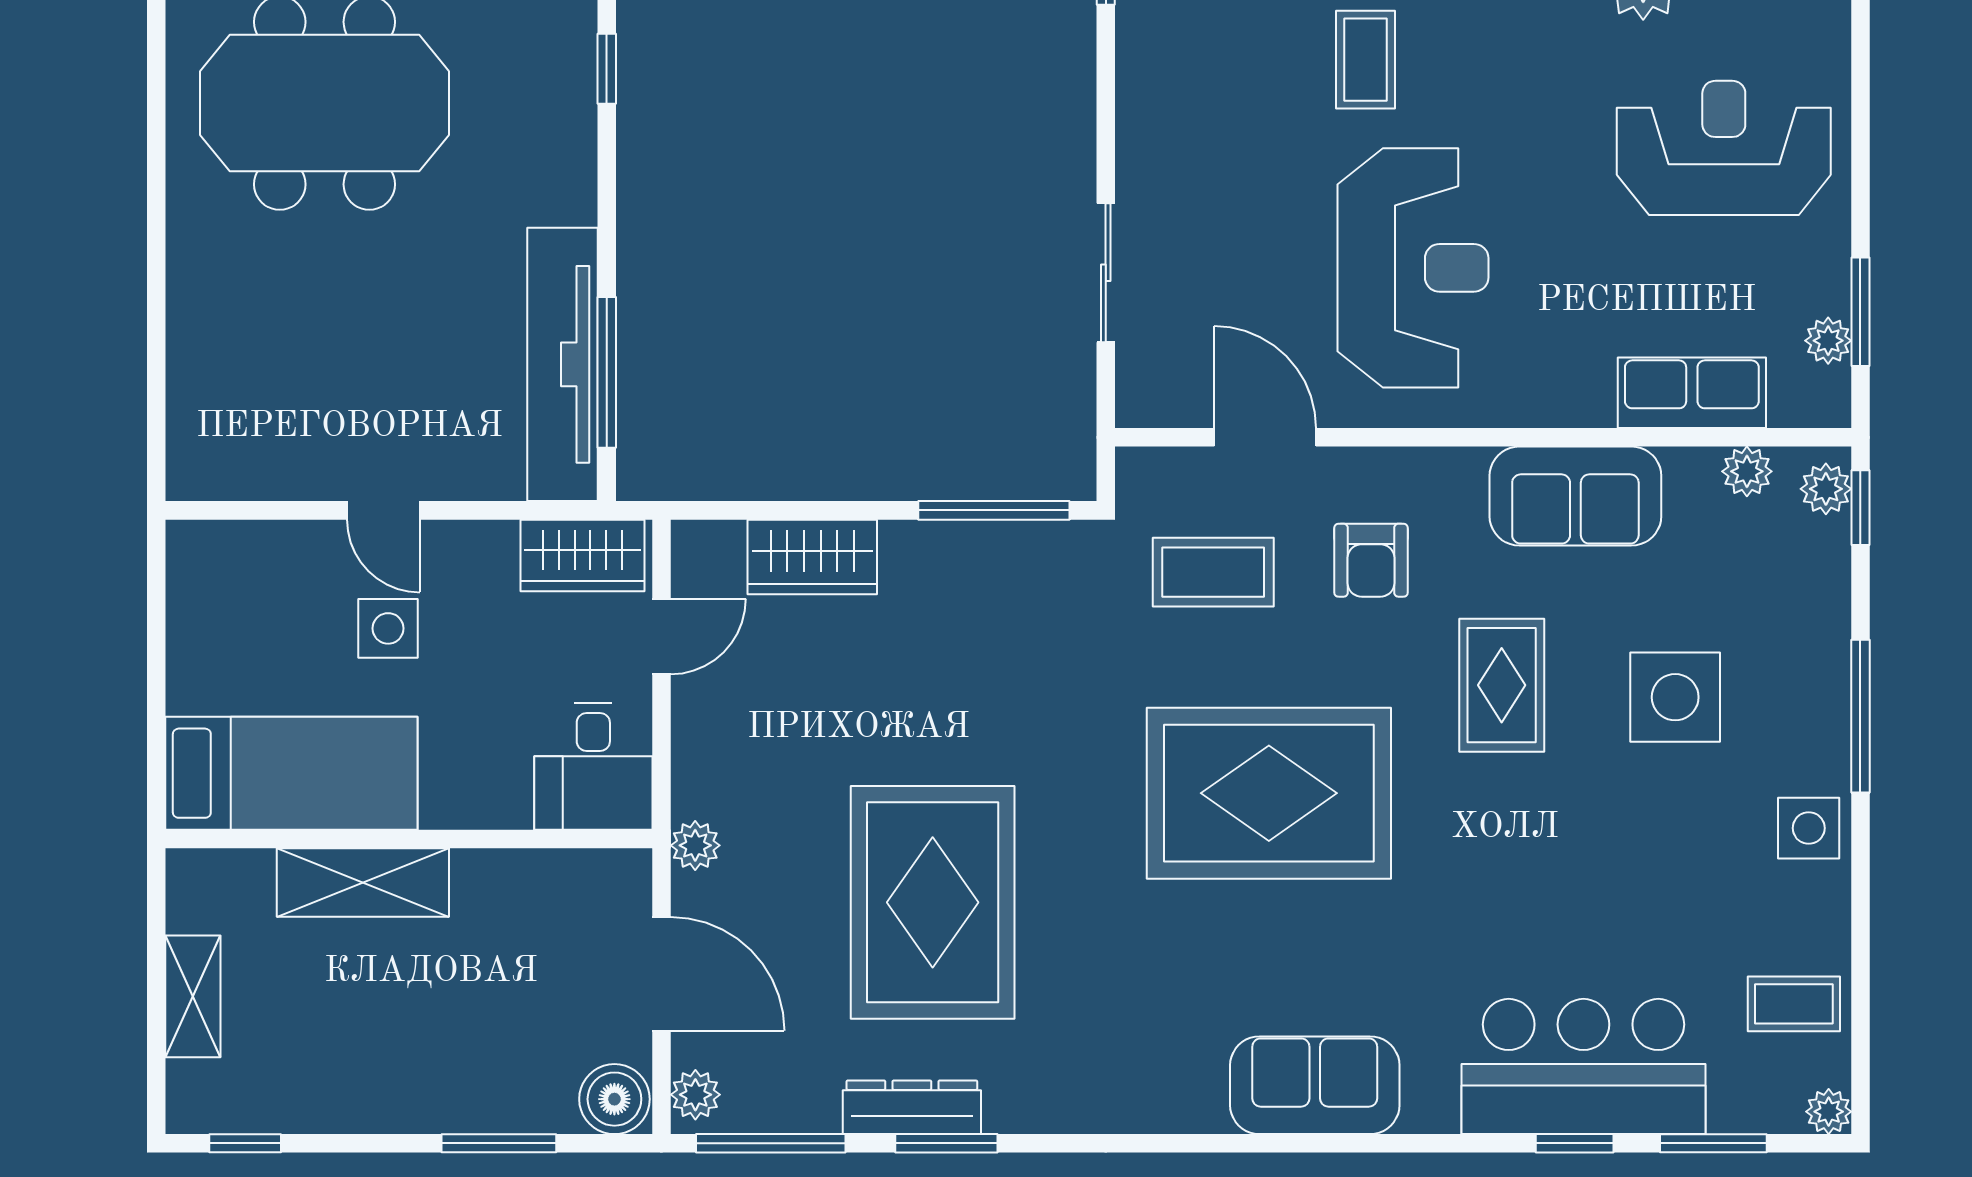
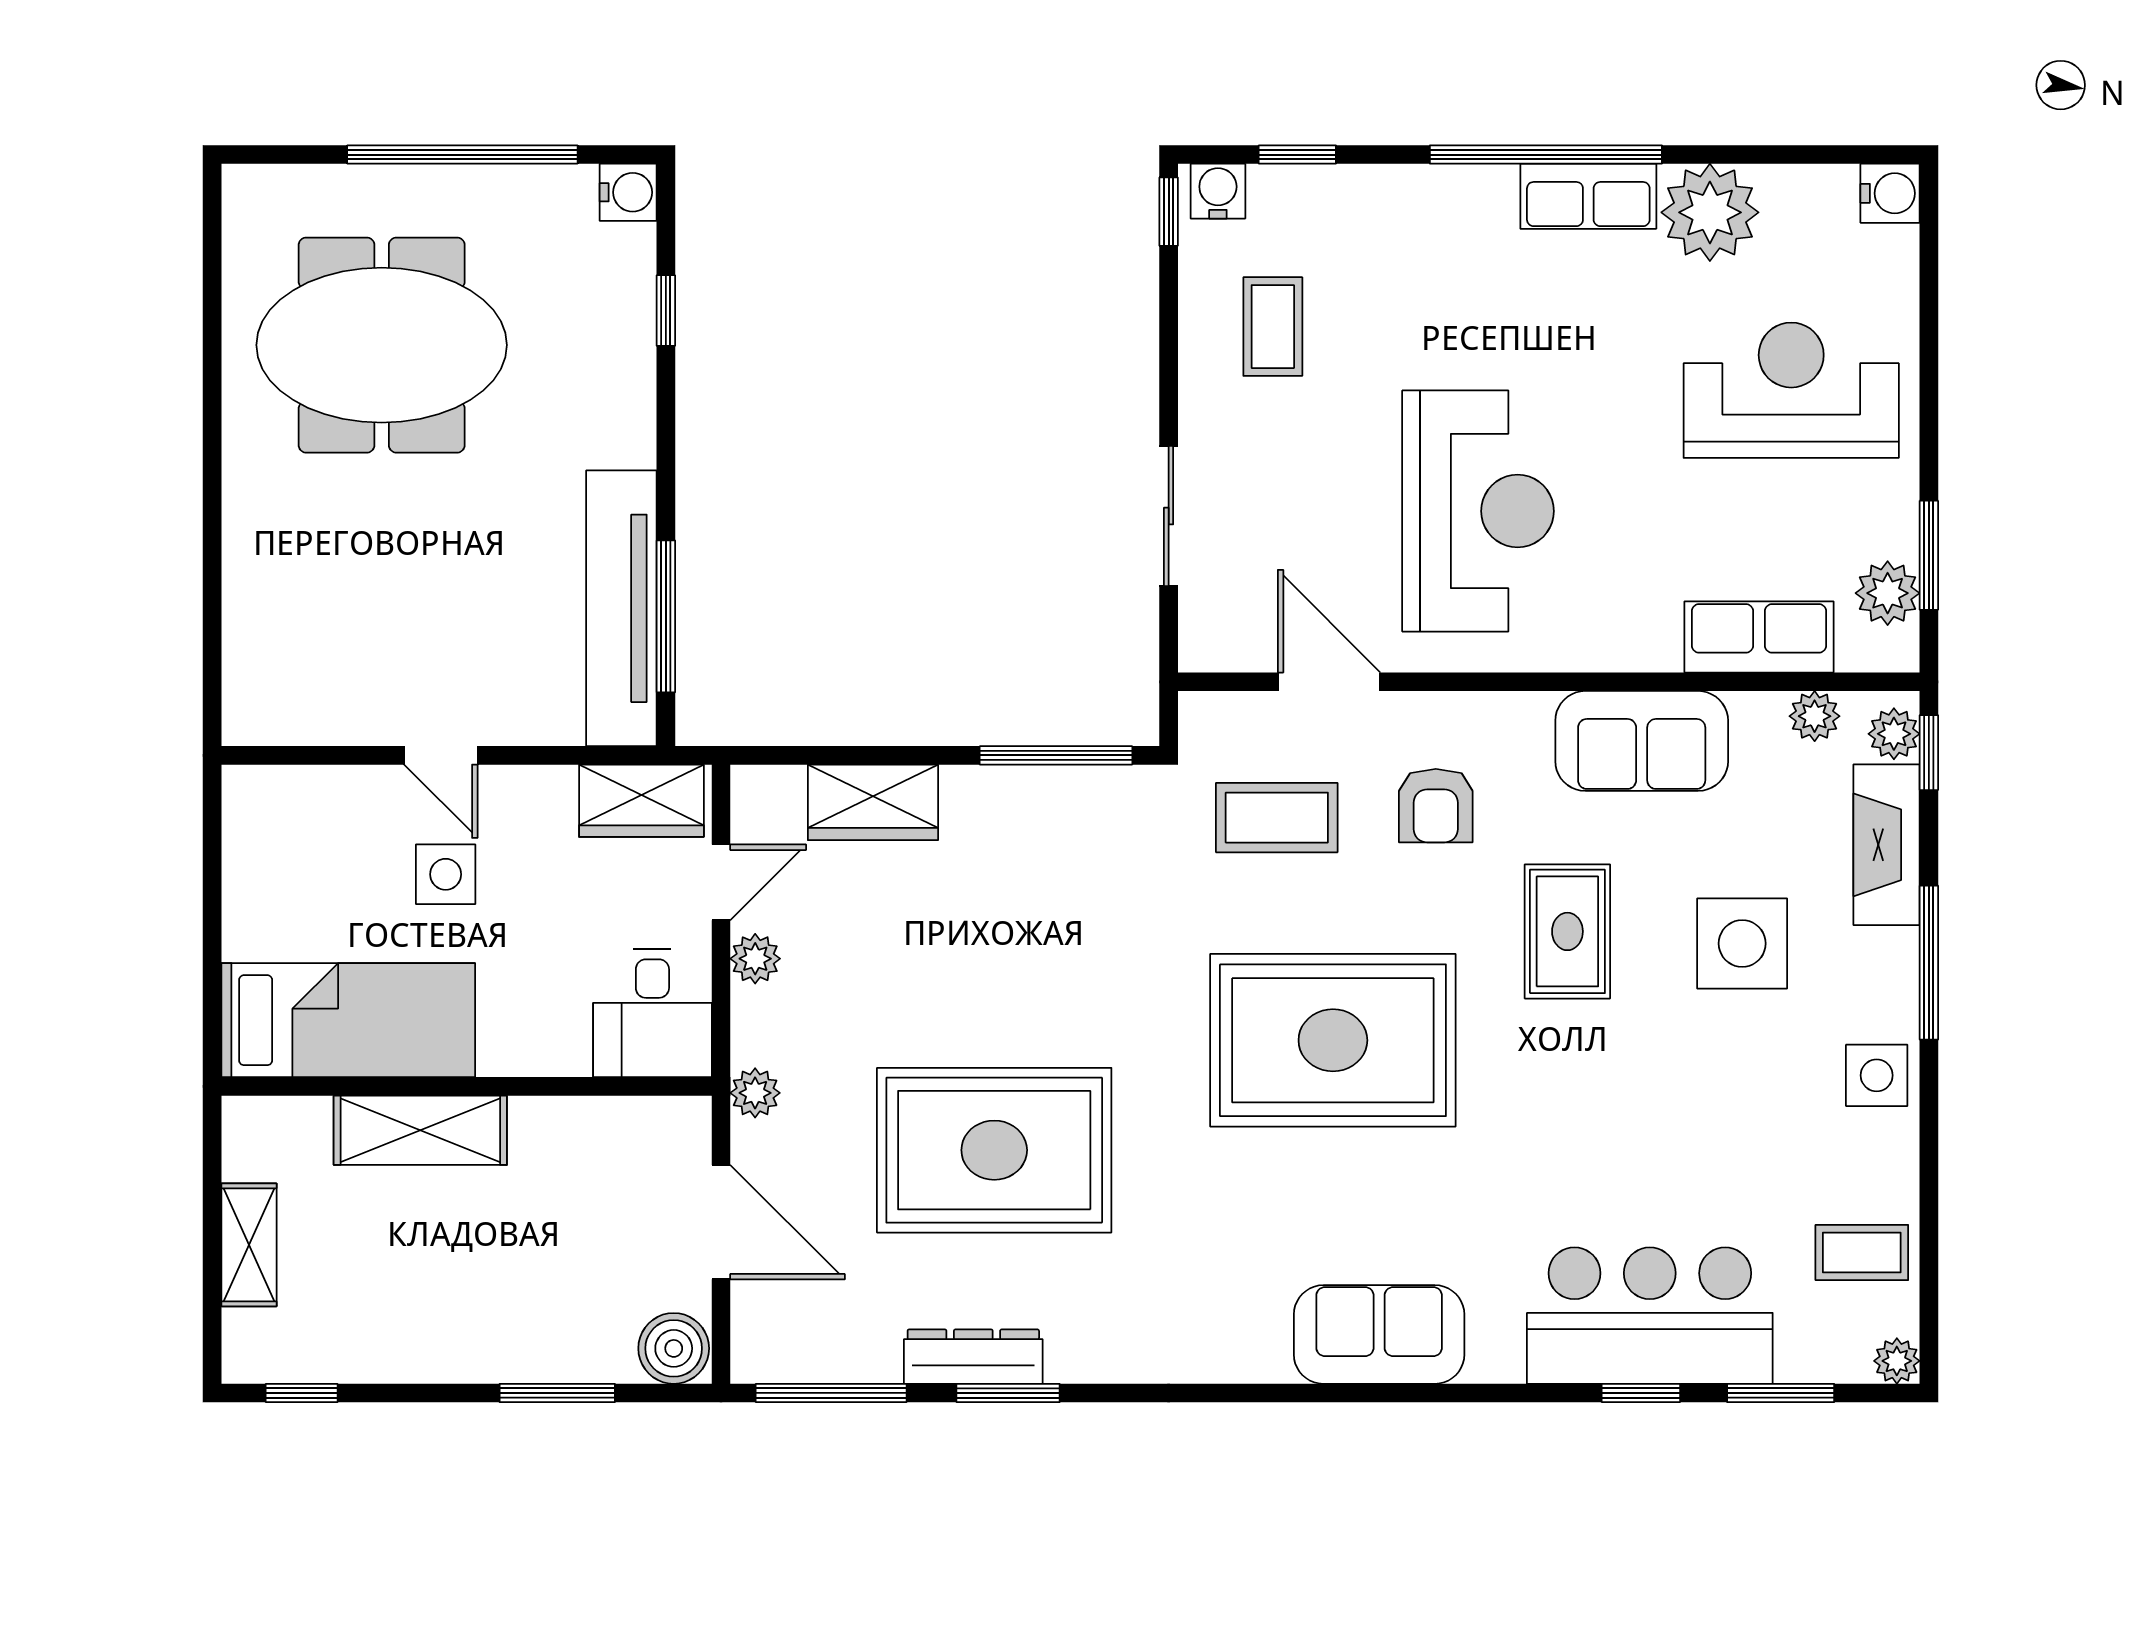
coffee table: (1365, 60) -> (1273, 327), moved
plant: (1828, 341) -> (1888, 593), width x1.38, depth x1.38
fireplace: (1818, 599) -> (1887, 845), added
rug: (933, 902) -> (994, 1150), turned 90
plant: (695, 1095) -> (755, 959), moved

